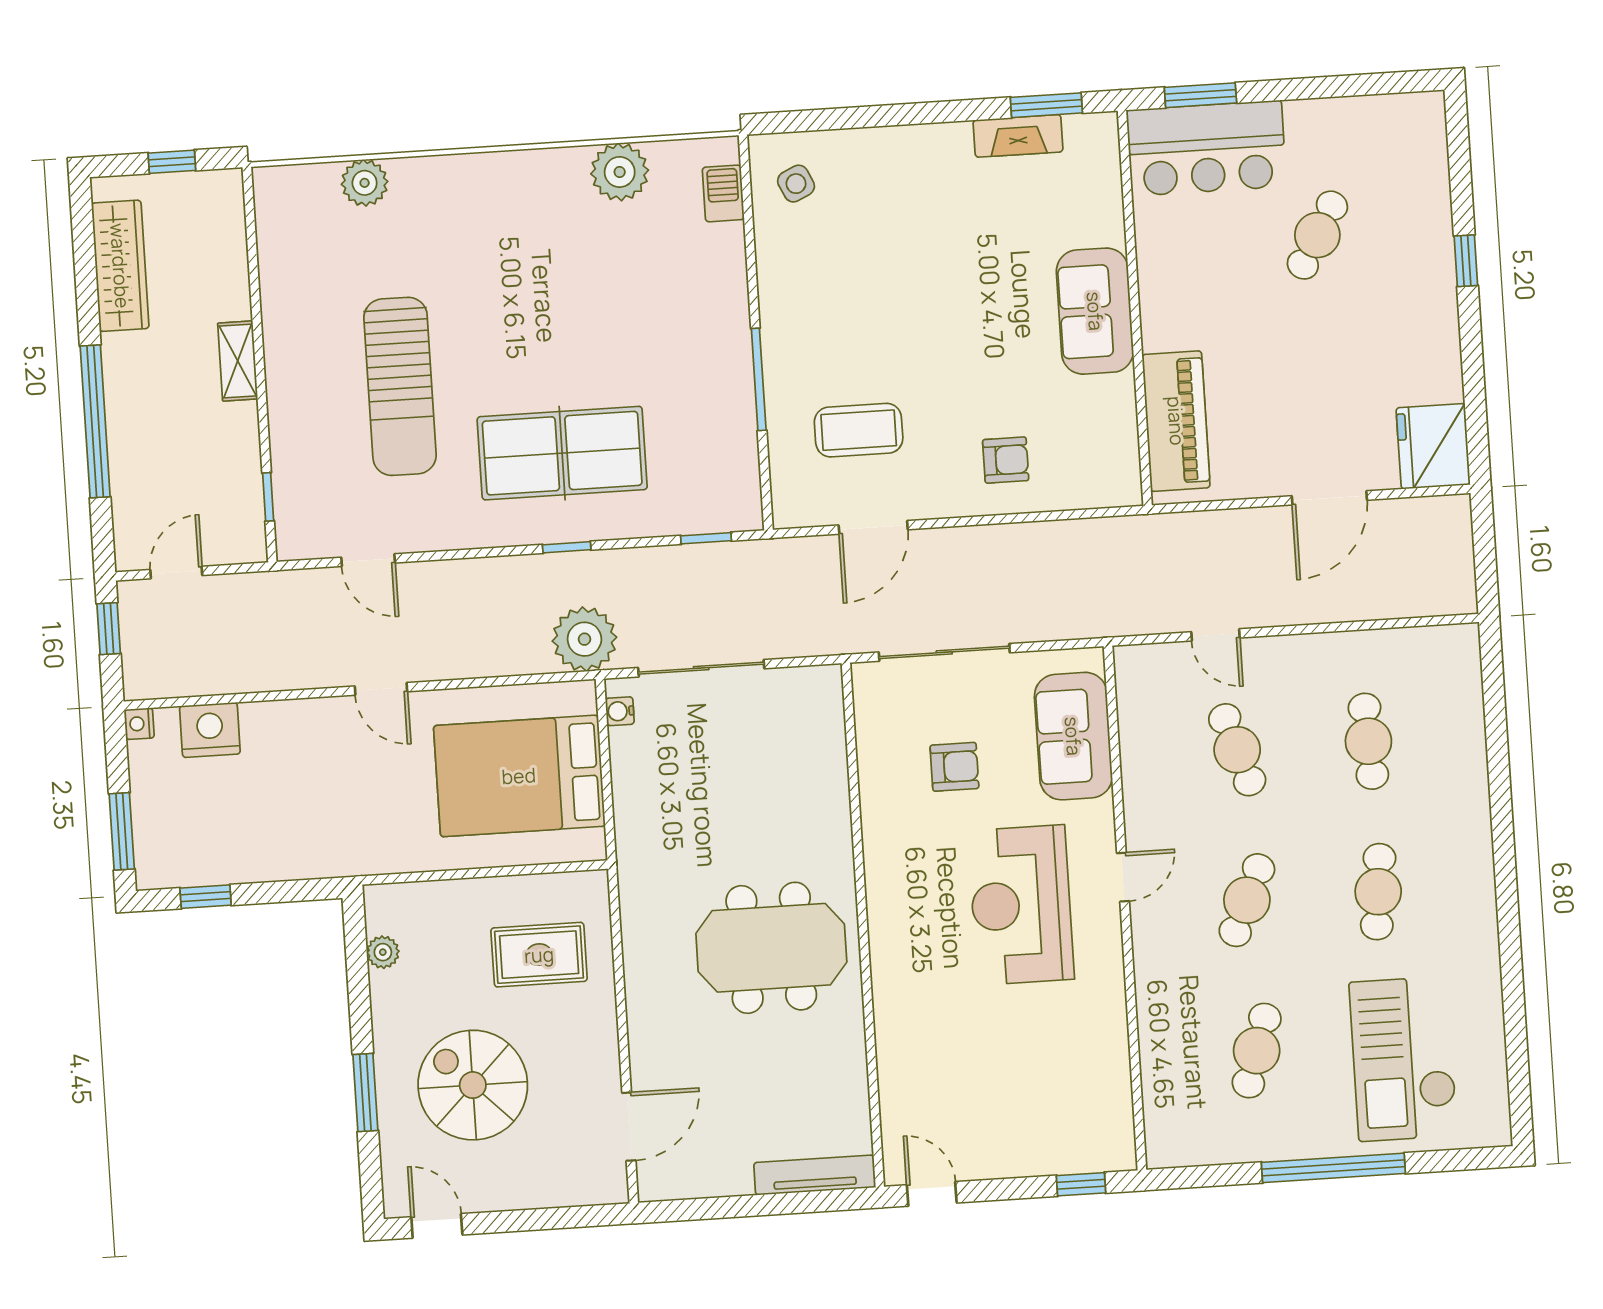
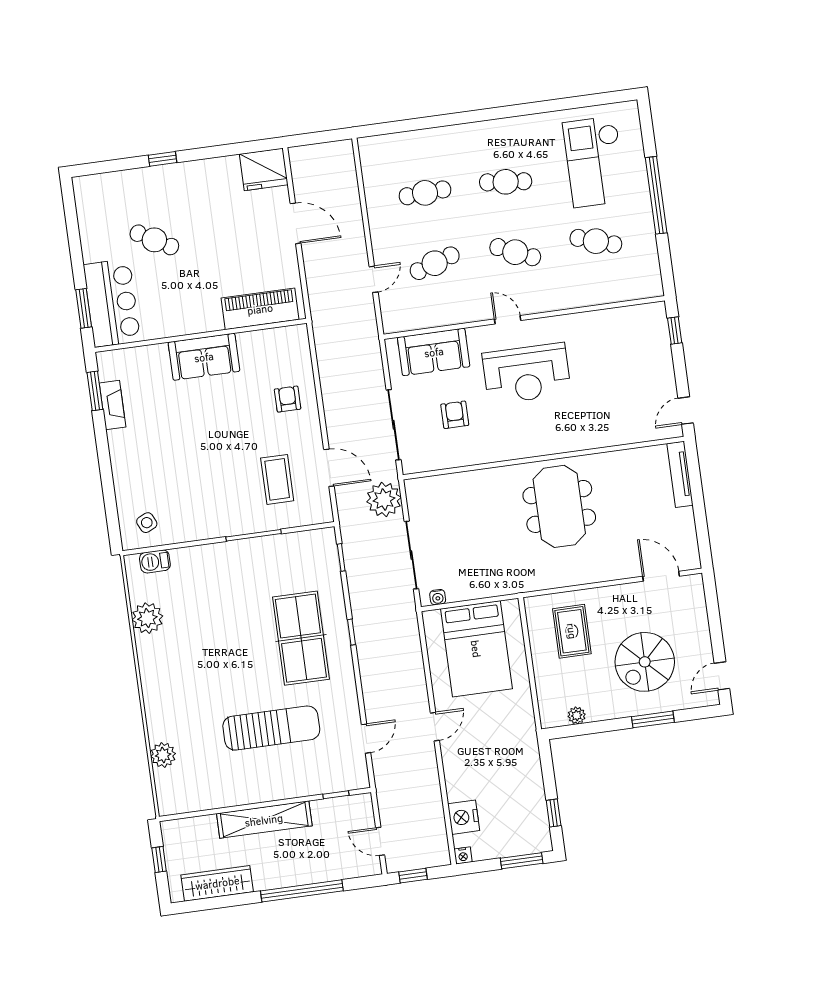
shelving: (238, 361) -> (264, 820), width x2.20, depth x1.33
plant: (584, 639) -> (384, 499), moved
checkout: (1403, 1059) -> (595, 162), turned 90

